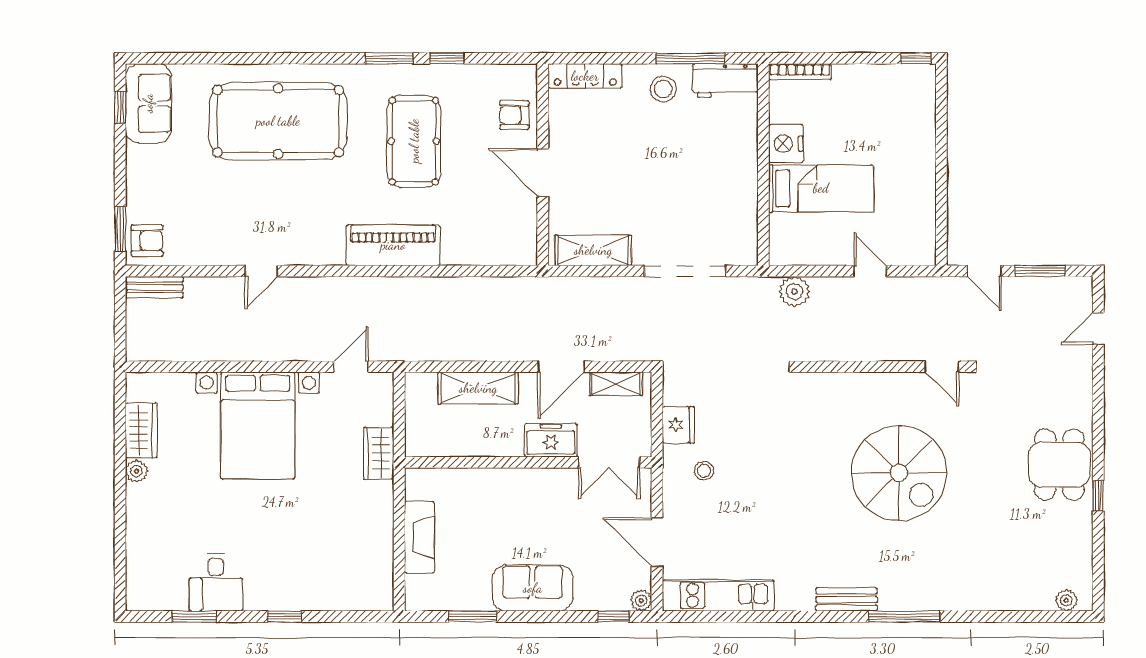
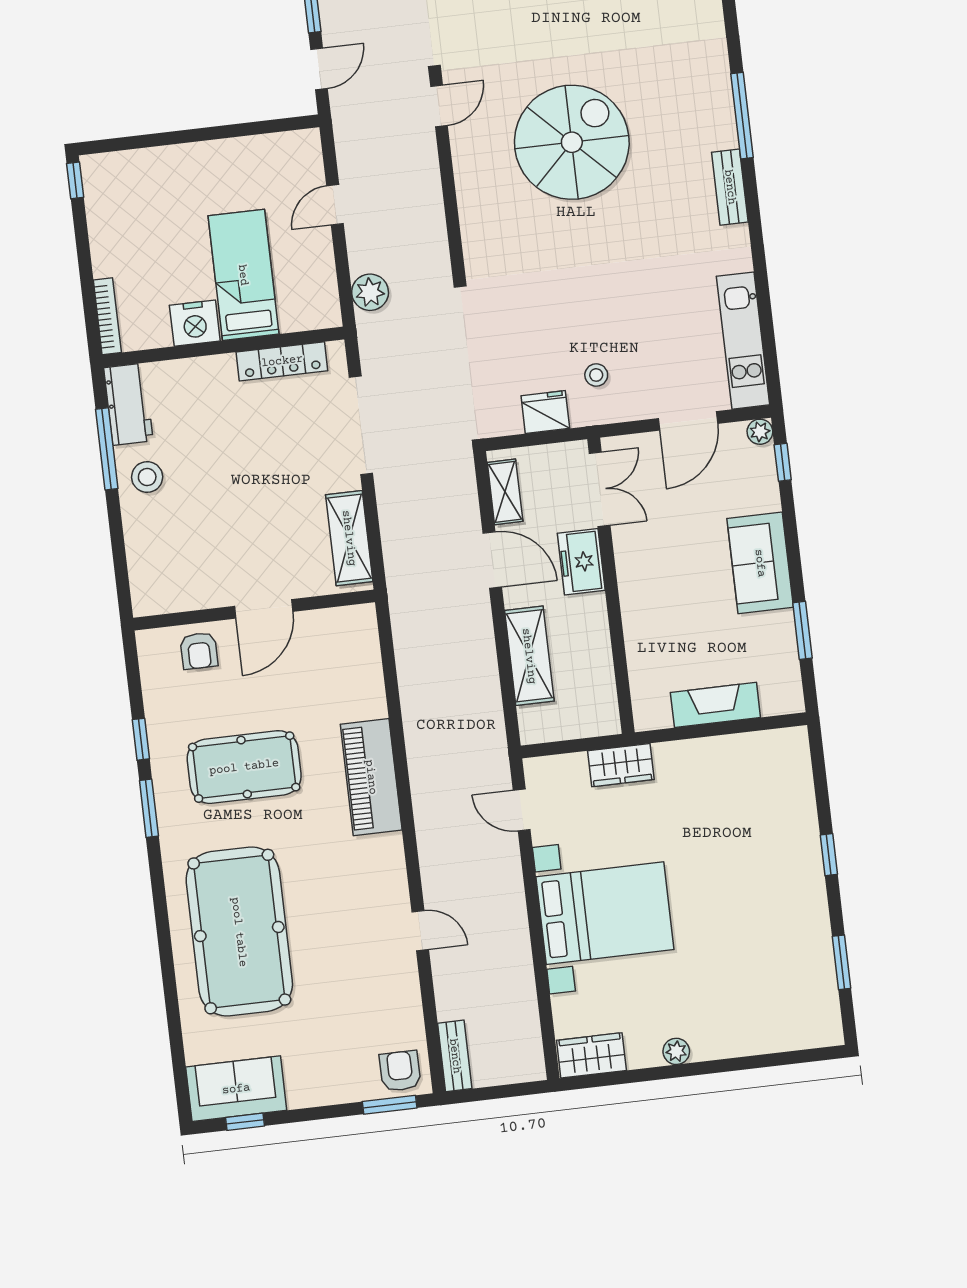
locker: (585, 76) -> (282, 361), moved, turned 90
wardrobe: (141, 431) -> (591, 1055), moved
desk: (216, 582) -> (798, 941), removed

